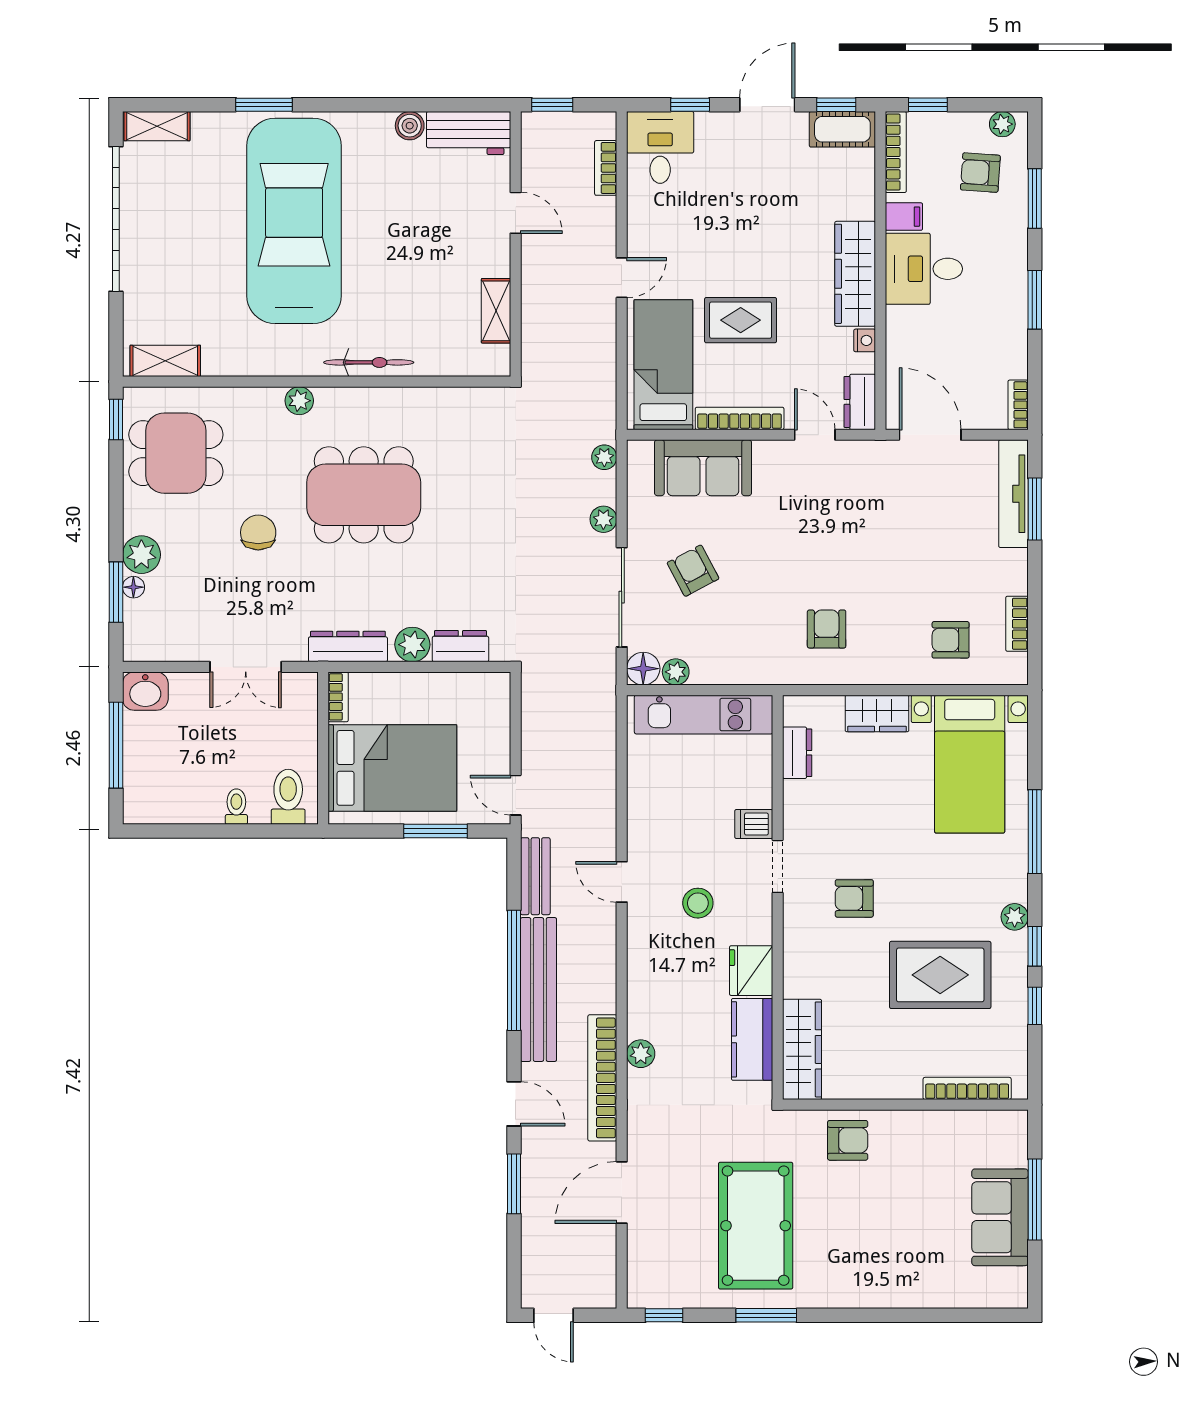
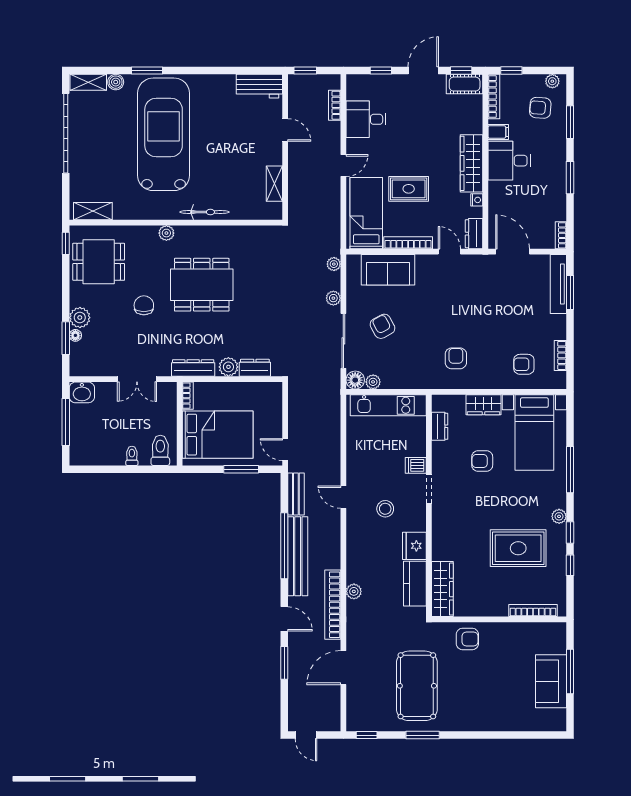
boiler: (410, 126) -> (116, 82), moved
desk: (660, 147) -> (366, 119), moved, turned -90
armchair: (854, 898) -> (482, 461), moved

